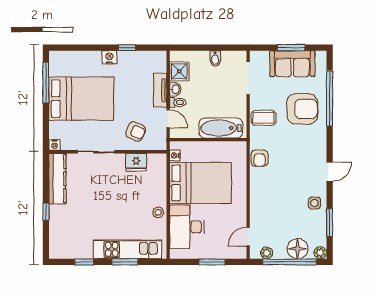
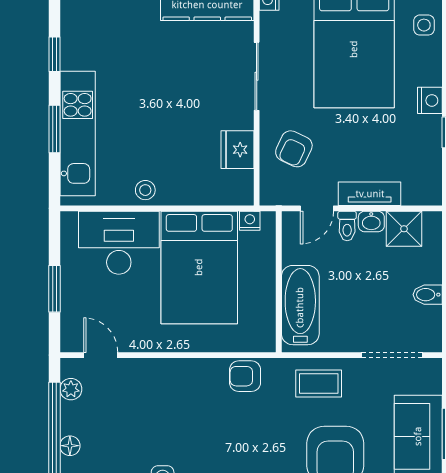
side table: (68, 61) -> (424, 25), added
coffee table: (264, 118) -> (319, 383), turned 90
floor lamp: (298, 249) -> (70, 446), width x0.53, depth x0.53

